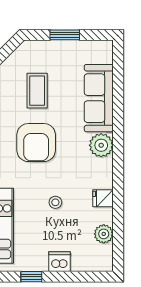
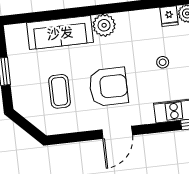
coffee table: (37, 91) -> (60, 91), turned 90
fridge: (103, 198) -> (169, 16), moved

